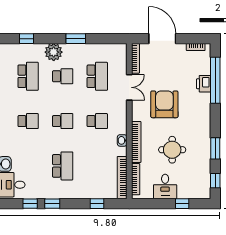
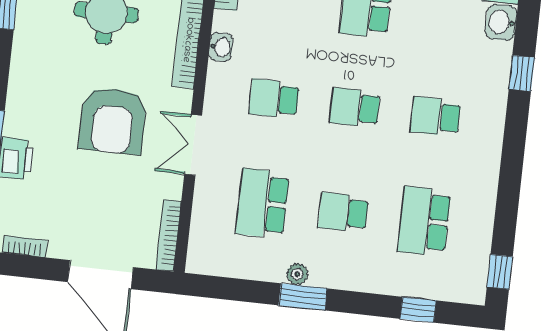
plant: (54, 52) -> (297, 274), moved, width x0.53, depth x0.53
double door: (129, 87) -> (193, 145), moved

